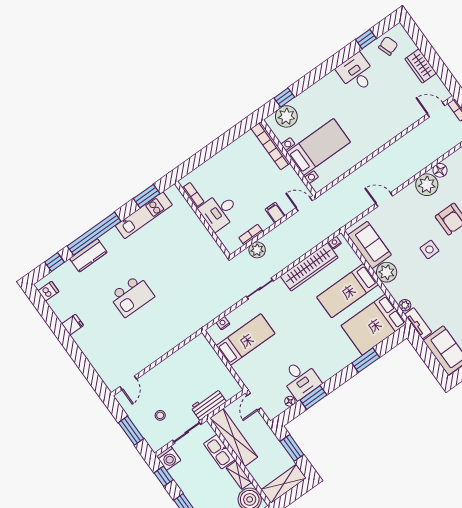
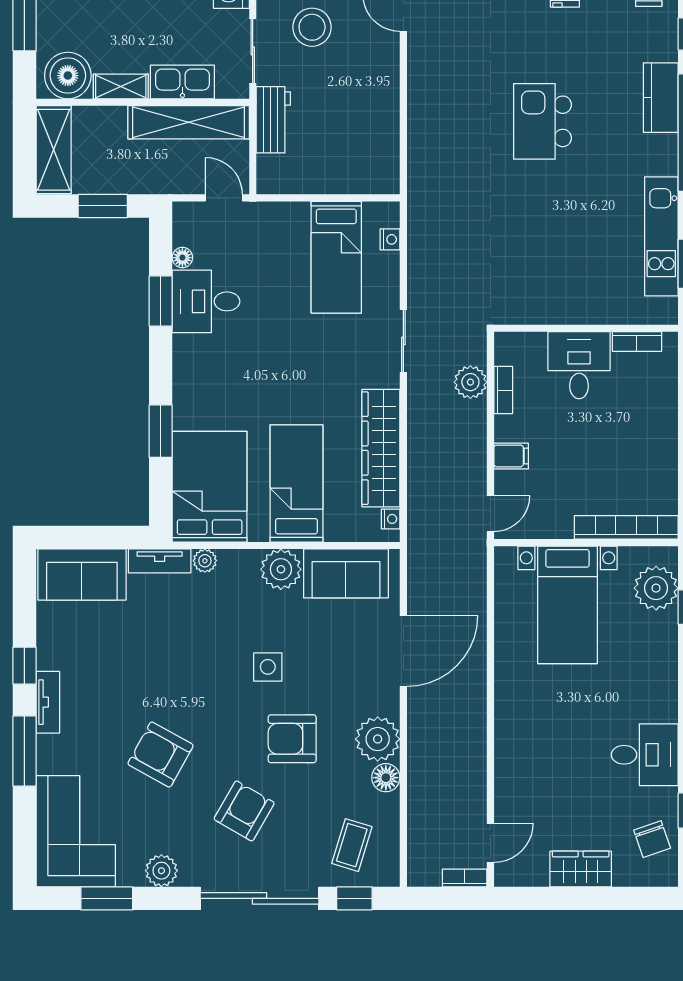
door: (384, 200) -> (403, 651), width x1.88
stool: (160, 415) -> (312, 27), width x1.89, depth x1.89

